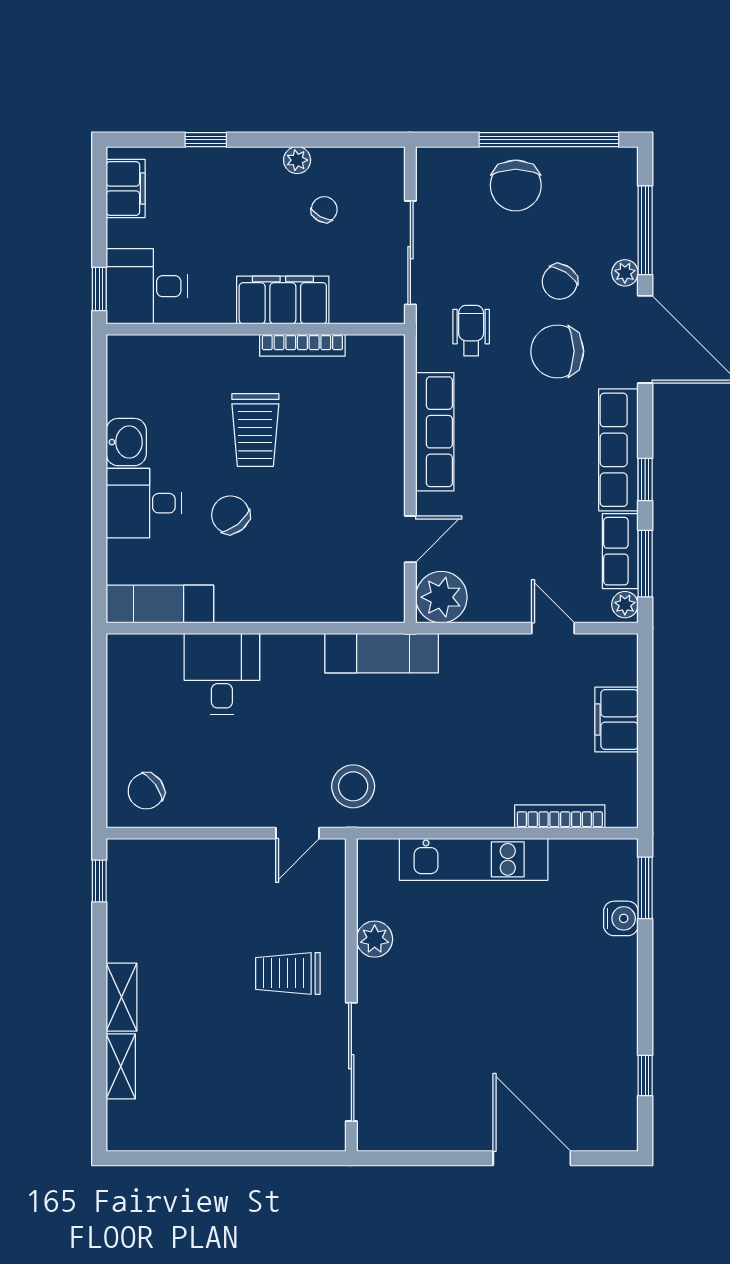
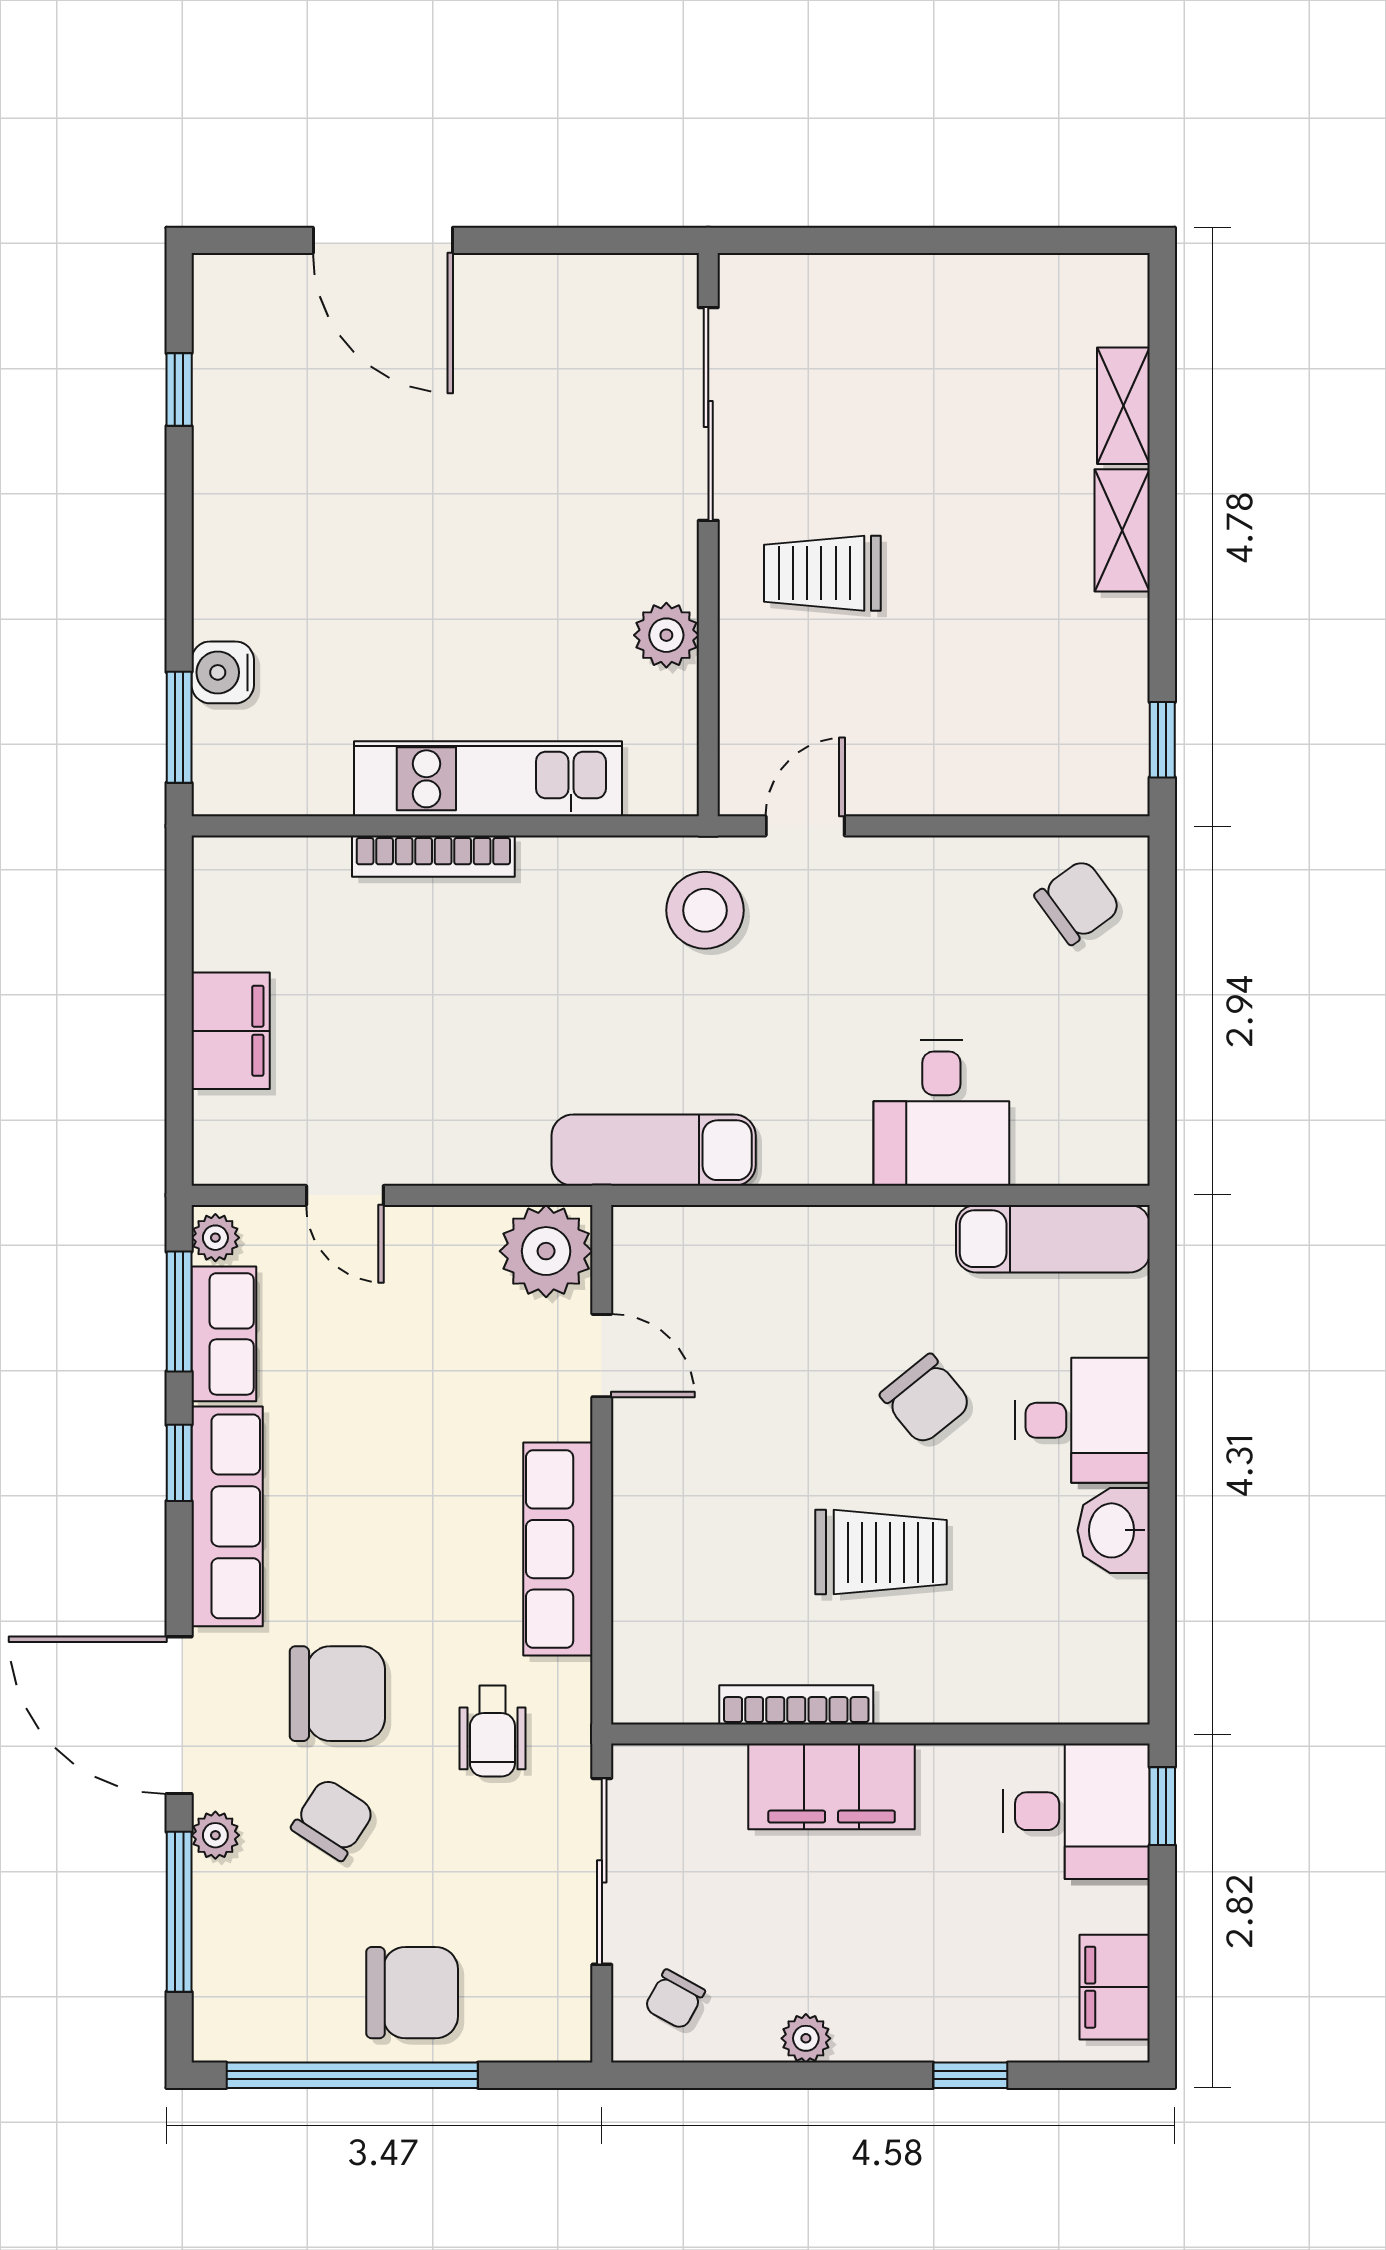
chair: (516, 185) -> (412, 1993), turned 90
chair: (324, 210) -> (675, 1999), moved
trolley: (255, 430) -> (881, 1552), turned 90
door: (410, 539) -> (602, 1356), swing flipped
bookcase: (560, 816) -> (433, 856), moved
trolley: (288, 973) -> (822, 573), turned 180

